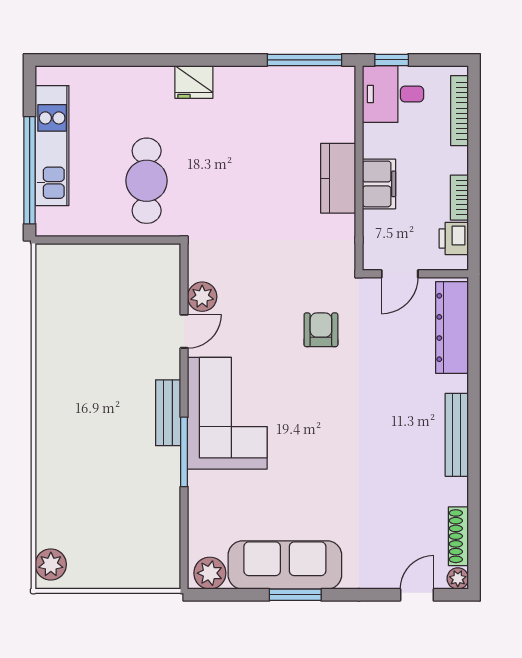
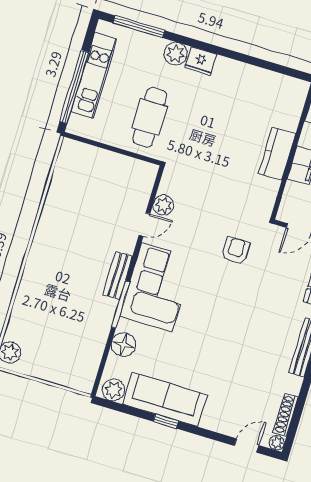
window: (305, 60) -> (139, 27), moved
plant: (156, 82) -> (176, 54), added
floor lamp: (205, 506) -> (123, 345), added
window: (295, 595) -> (166, 421), width x0.67

